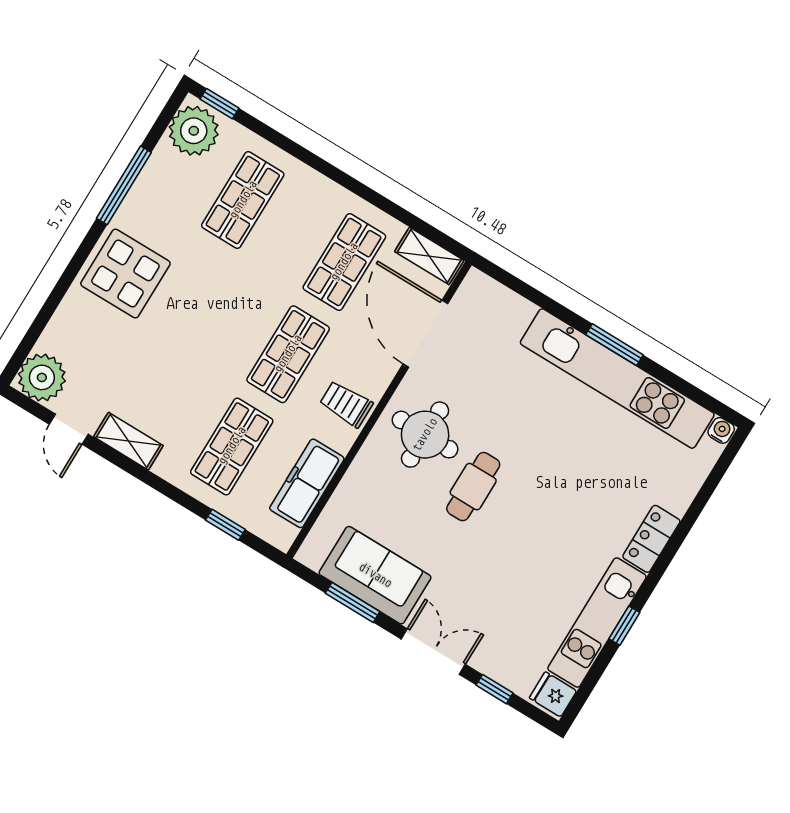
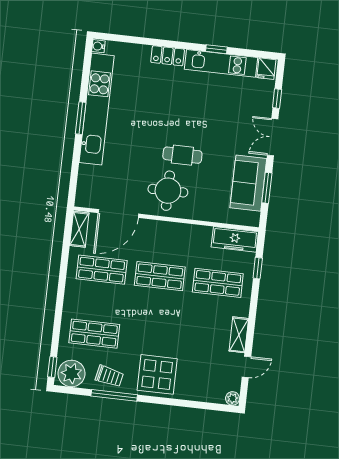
plant: (42, 377) -> (232, 398), width x0.53, depth x0.53
trolley: (346, 404) -> (109, 376), moved, turned -78
freezer: (307, 483) -> (235, 239), moved

